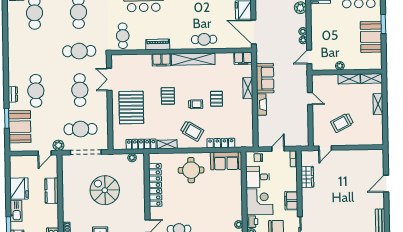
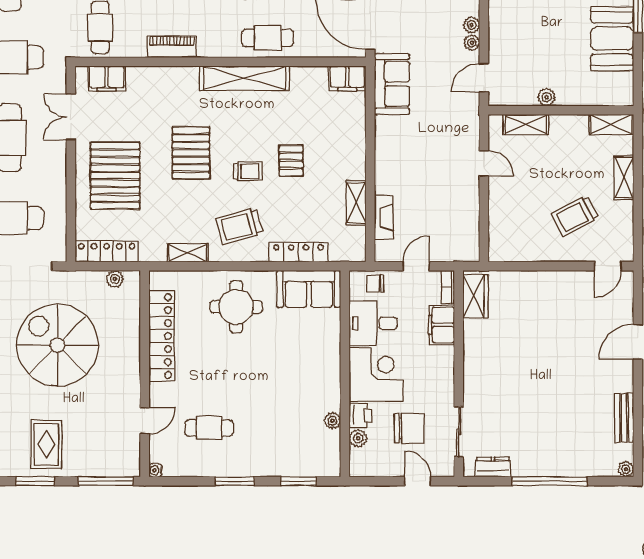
filing cabinet: (161, 60) -> (107, 79), moved
sofa: (265, 78) -> (392, 84), moved
shelving: (349, 79) -> (526, 125), moved
shelving: (248, 88) -> (356, 203), moved
pallet: (168, 96) -> (191, 153), width x1.50, depth x1.42
fireplace: (262, 105) -> (384, 218), moved
trolley: (342, 123) -> (575, 216), moved
trolley: (192, 131) -> (239, 226), turned 134
locker: (141, 144) -> (107, 252), moved
door: (325, 148) -> (608, 266), moved
wardrobe: (307, 177) -> (475, 296), moved
spiral stairs: (105, 190) -> (57, 345), width x1.37, depth x1.37
filing cabinet: (291, 201) -> (442, 325), moved

